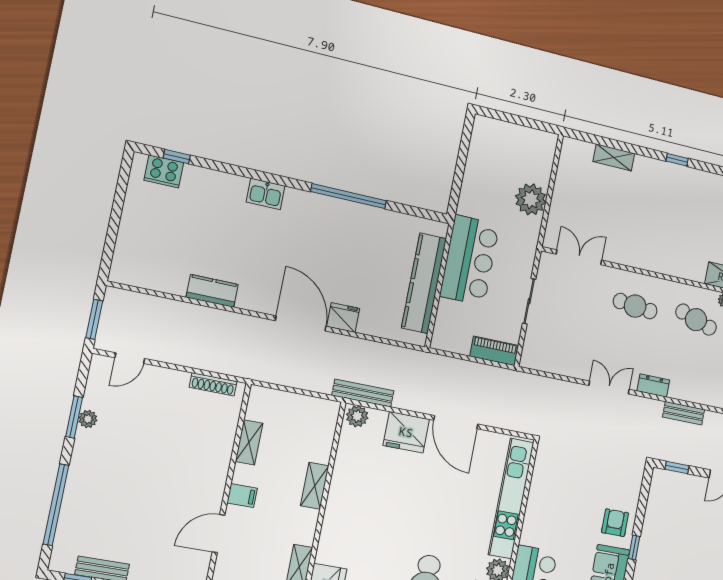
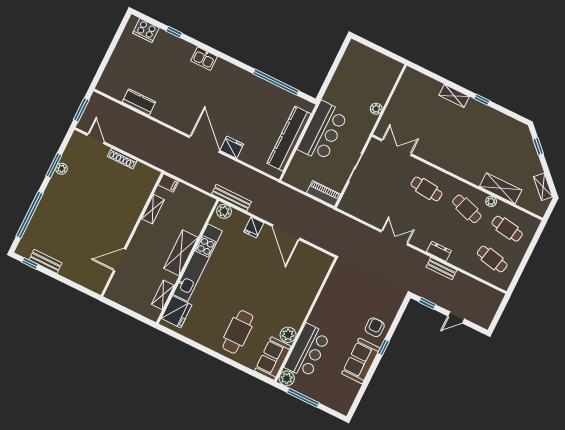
window: (177, 157) -> (174, 32), moved
shelving: (614, 157) -> (454, 96), moved
window: (349, 196) -> (276, 82), moved
plant: (531, 199) -> (376, 109), width x0.53, depth x0.53
kitchen counter: (212, 291) -> (139, 102), moved
door: (130, 358) -> (96, 139), swing flipped
shoe rack: (213, 384) -> (122, 159), moved
dresser: (653, 386) -> (439, 251), moved
fridge: (406, 432) -> (254, 227), width x0.53, depth x0.75
shelving: (315, 486) -> (181, 253), width x1.50, depth x1.33
filing cabinet: (242, 496) -> (168, 183), moved
kitchen unit: (511, 498) -> (198, 263), moved, turned 180

